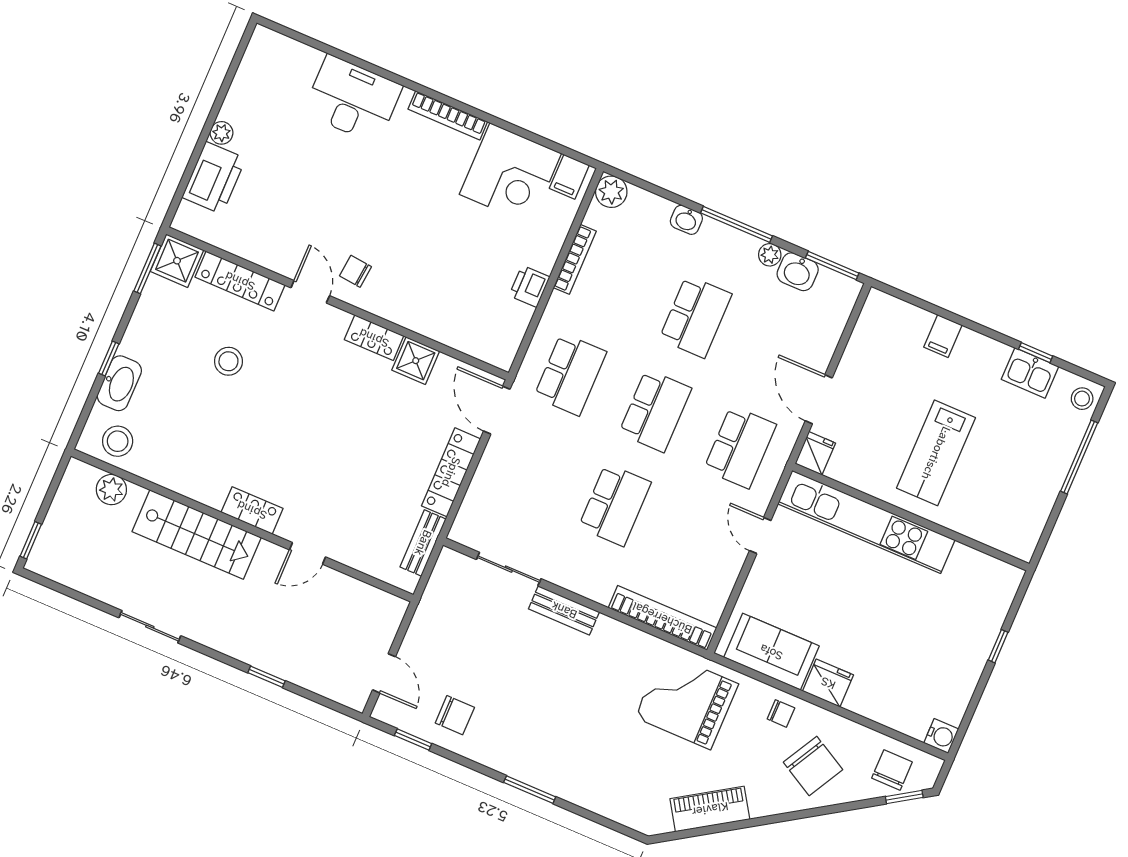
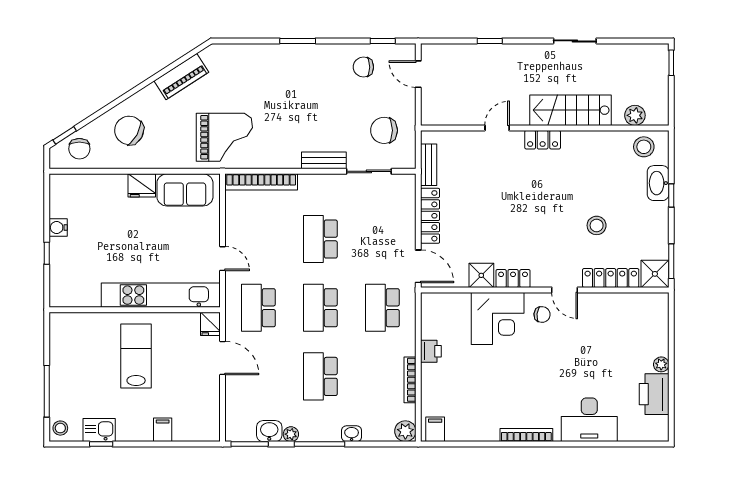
corner desk: (510, 174) -> (498, 319), moved, turned 180
printer: (214, 178) -> (654, 394), moved
chair: (781, 713) -> (384, 130), moved, width x1.87, depth x1.87
water cooler: (941, 736) -> (58, 227), moved

